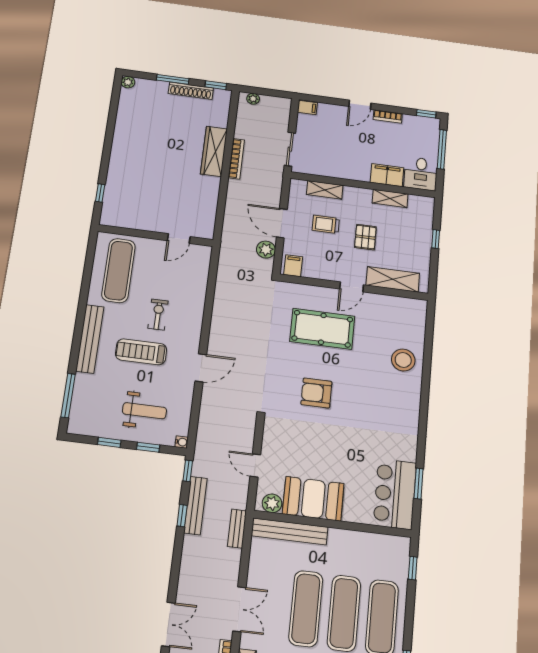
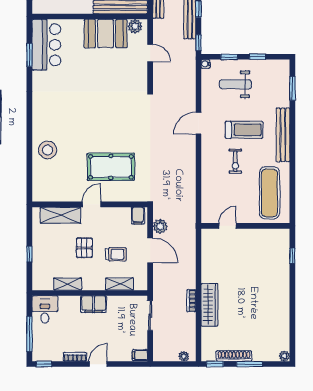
bookcase: (236, 159) -> (191, 301), width x0.64
filing cabinet: (387, 175) -> (94, 304), moved
armchair: (316, 393) -> (111, 115), removed
window: (68, 396) -> (292, 89), width x0.69

